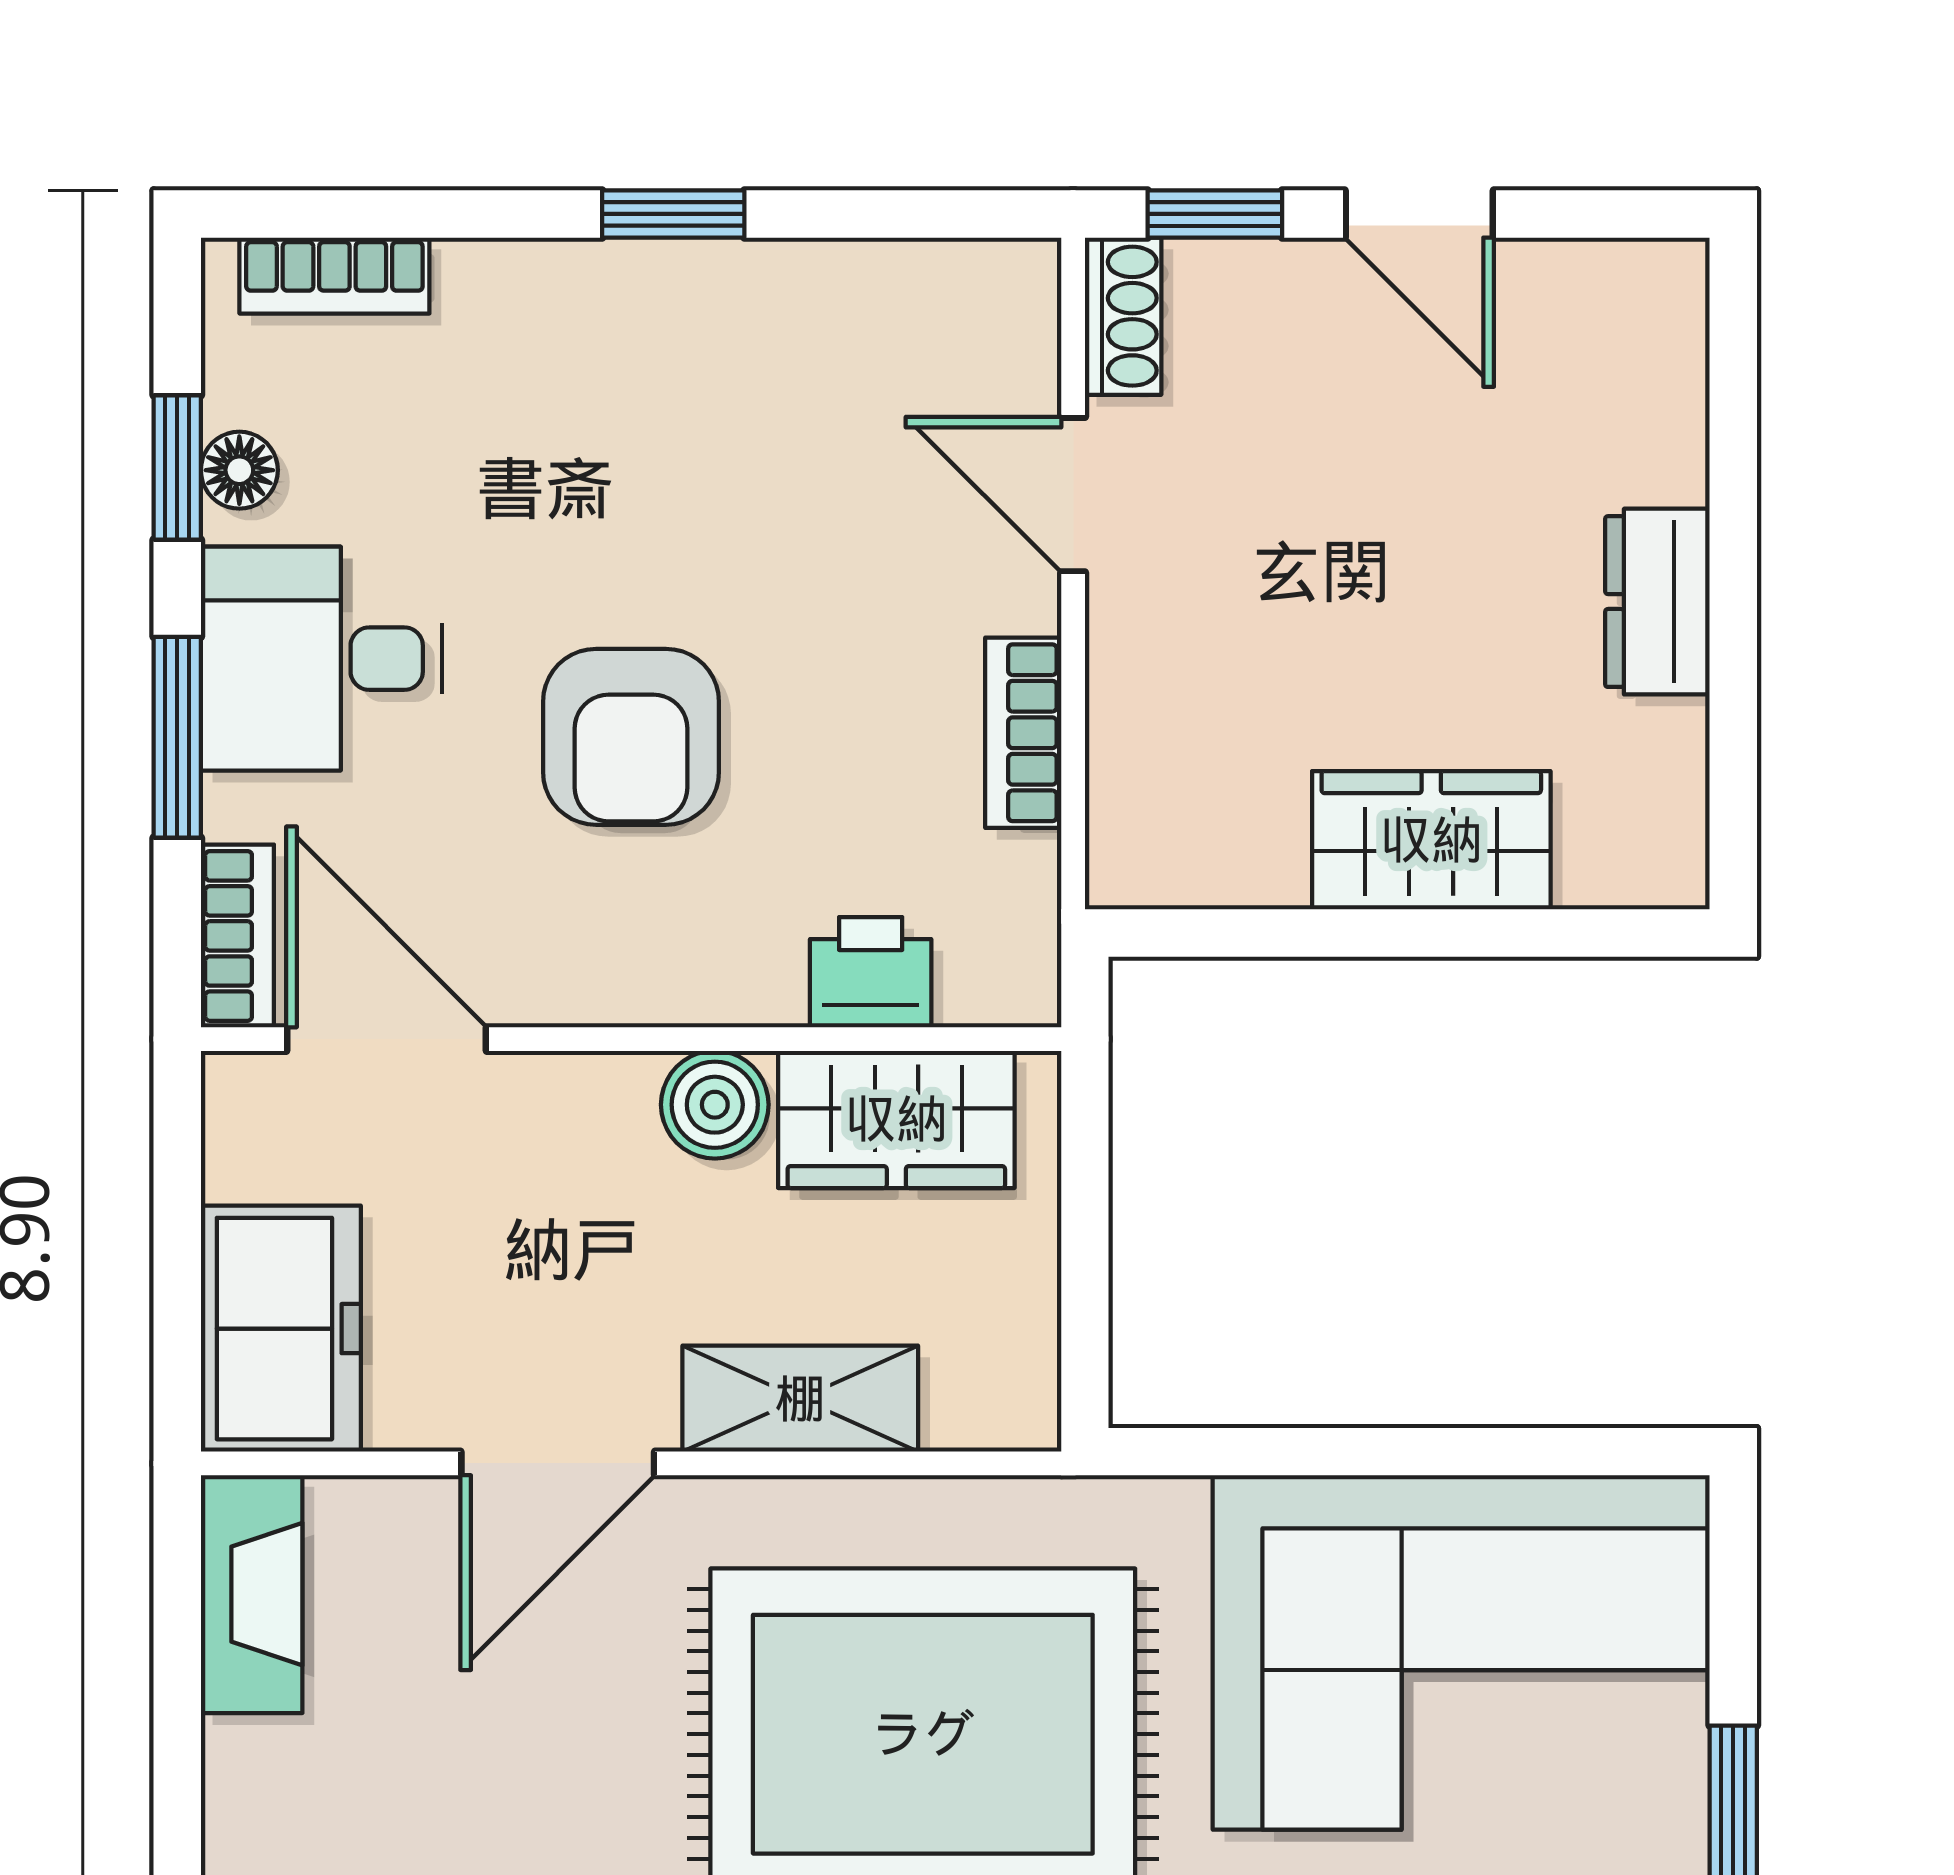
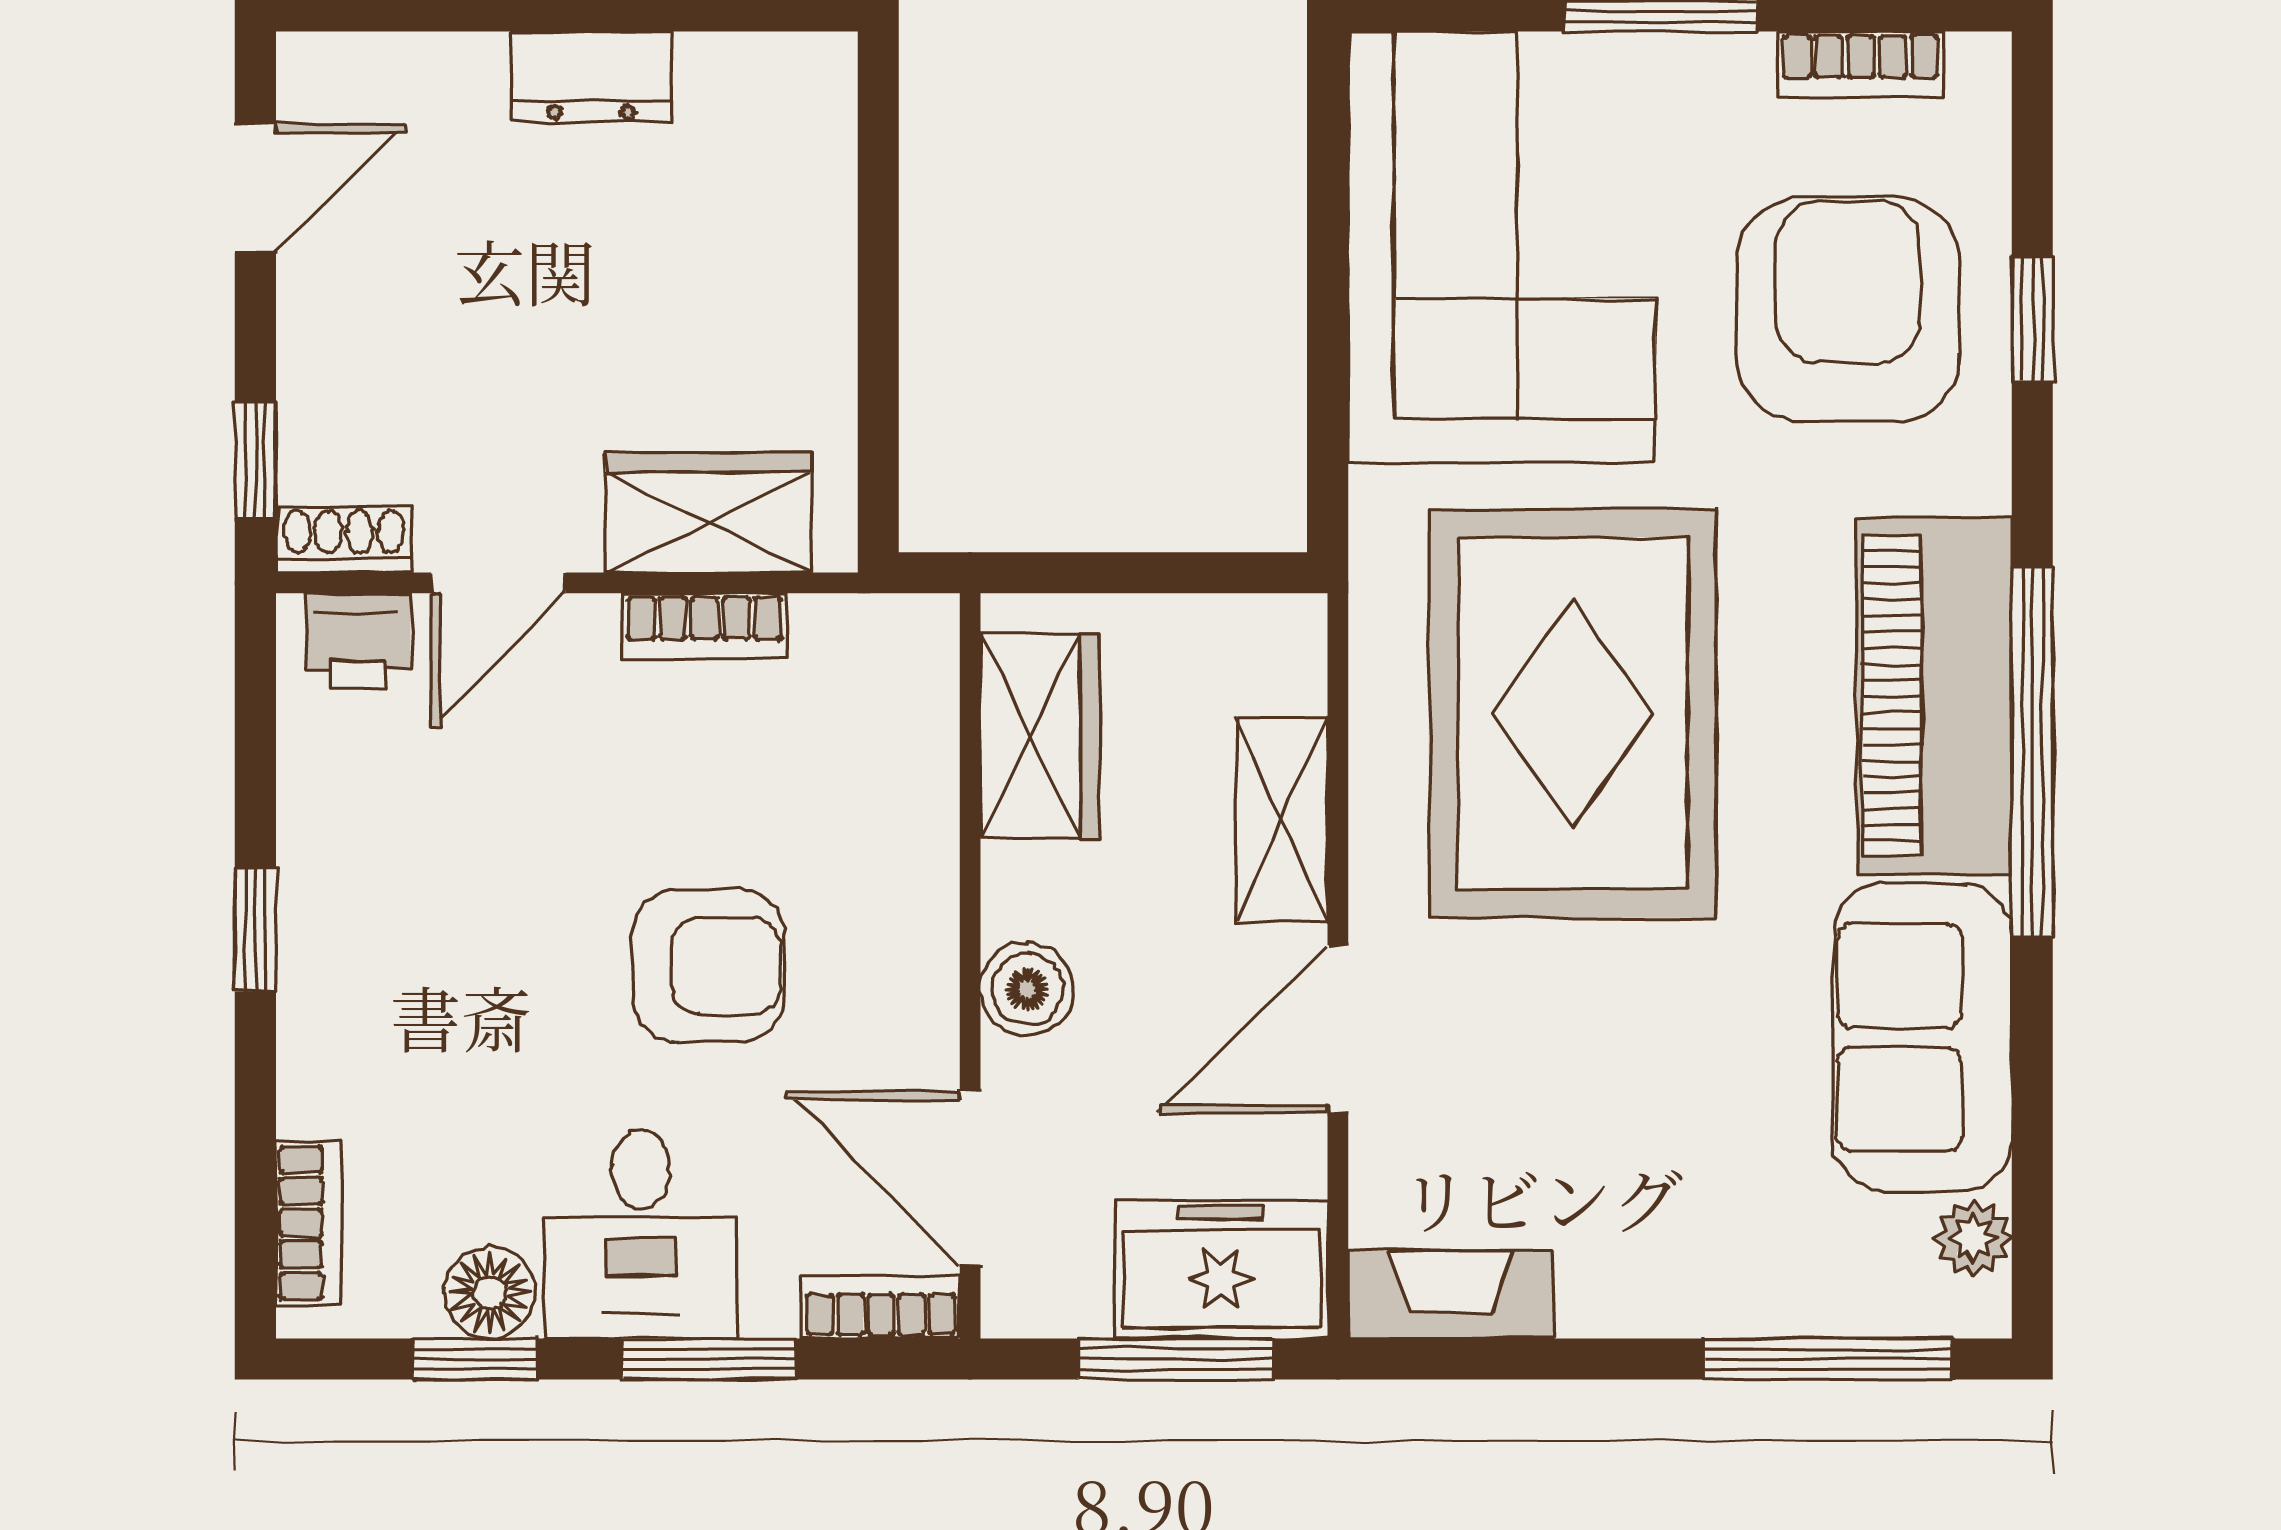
door: (1419, 214) -> (255, 188), moved
floor lamp: (239, 470) -> (490, 1293), width x1.37, depth x1.37
wardrobe: (1431, 840) -> (709, 513), moved, turned 90
printer: (871, 972) -> (358, 641), moved, turned -90
door: (387, 1039) -> (970, 1178), hinge flipped
boiler: (715, 1105) -> (1027, 989), moved
window: (177, 1276) -> (1175, 1359), added
door: (558, 1463) -> (1338, 1029), swing flipped

